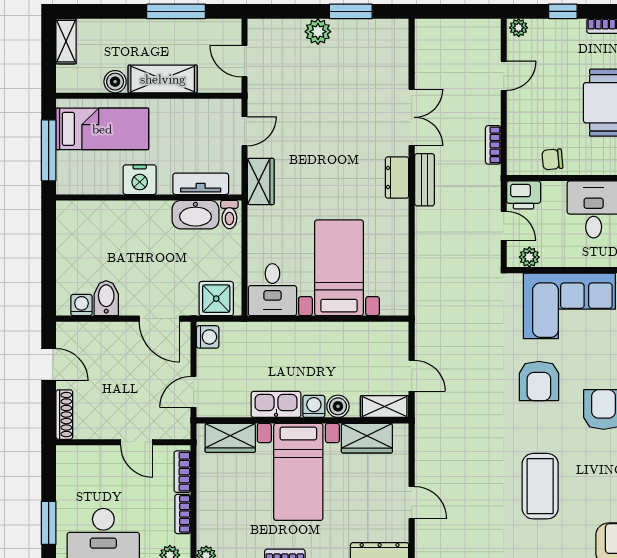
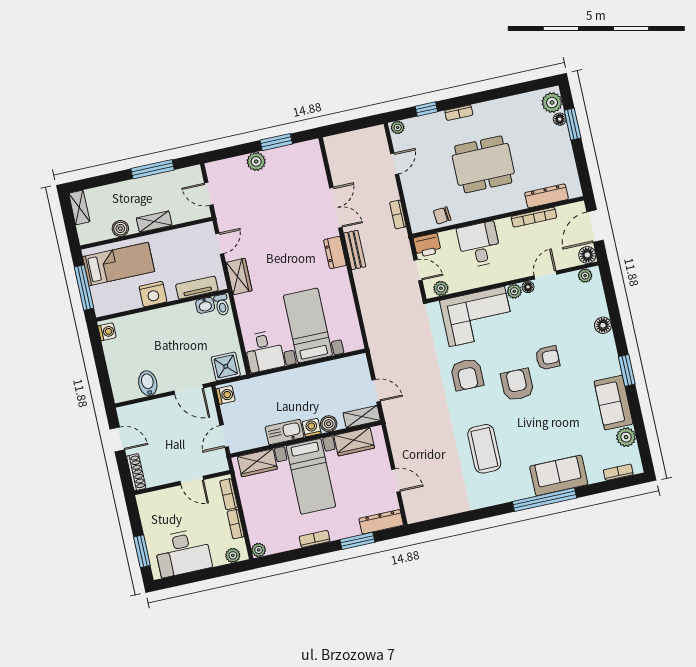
shelving: (163, 79) -> (154, 222), width x0.67, depth x0.75
washbasin: (195, 215) -> (205, 305), width x0.52, depth x0.69
washing machine: (82, 305) -> (107, 332), moved, turned 90

